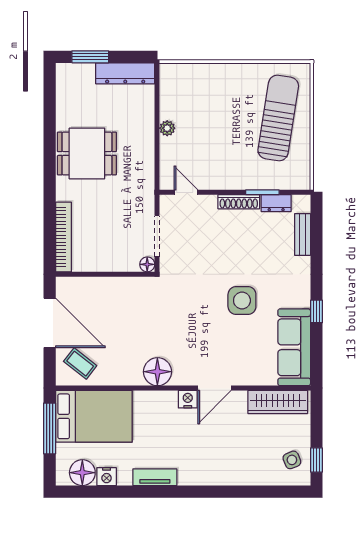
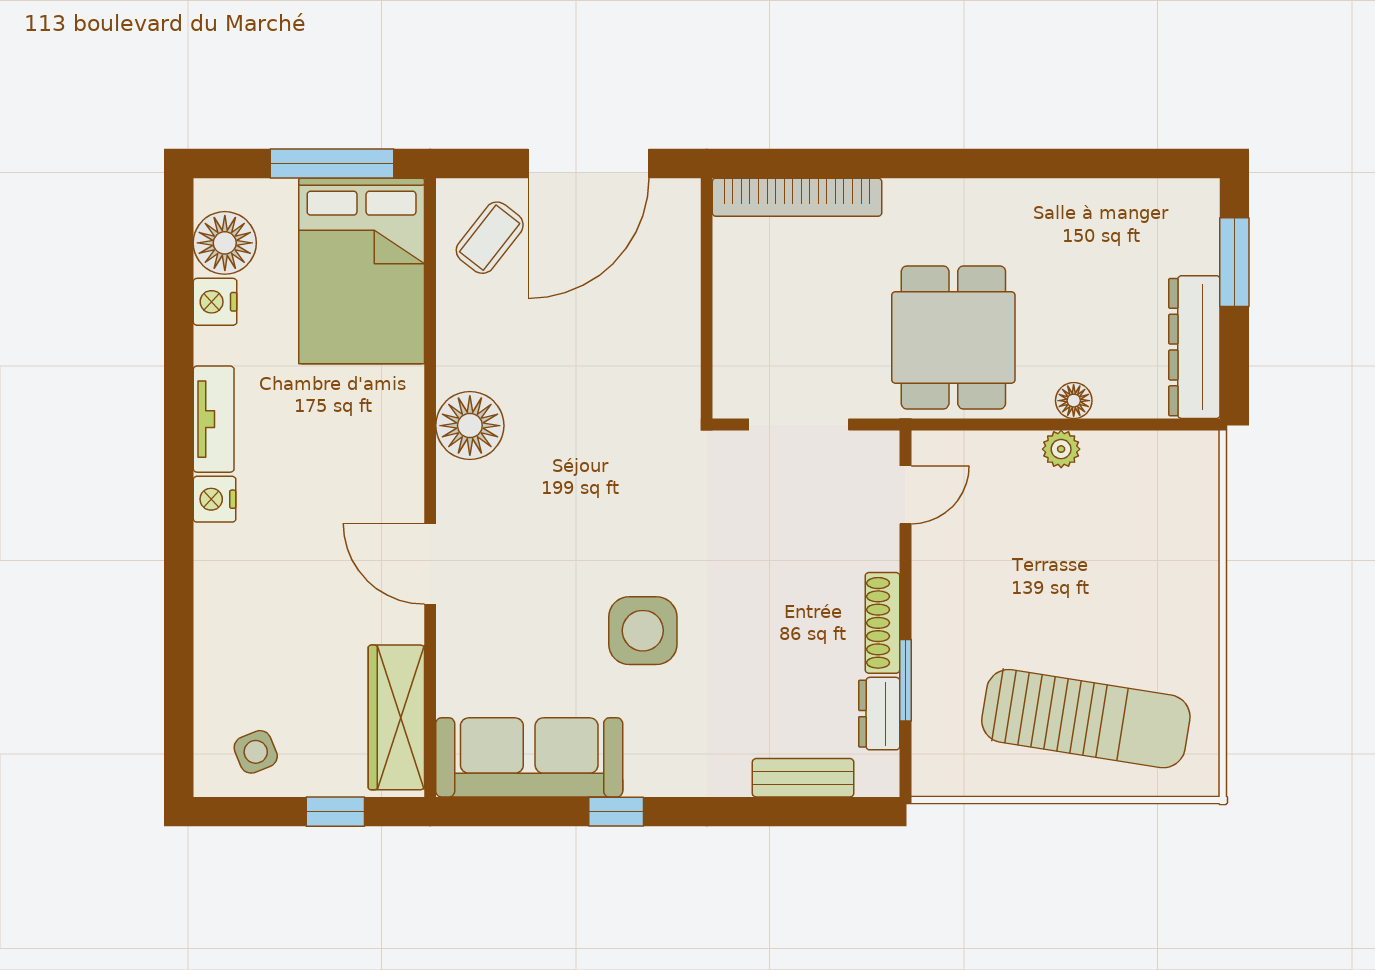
dining table: (87, 154) -> (953, 337), moved
floor lamp: (147, 264) -> (1074, 401), moved
nightstand: (188, 399) -> (215, 499), moved, turned 180
window: (316, 460) -> (335, 812), moved

